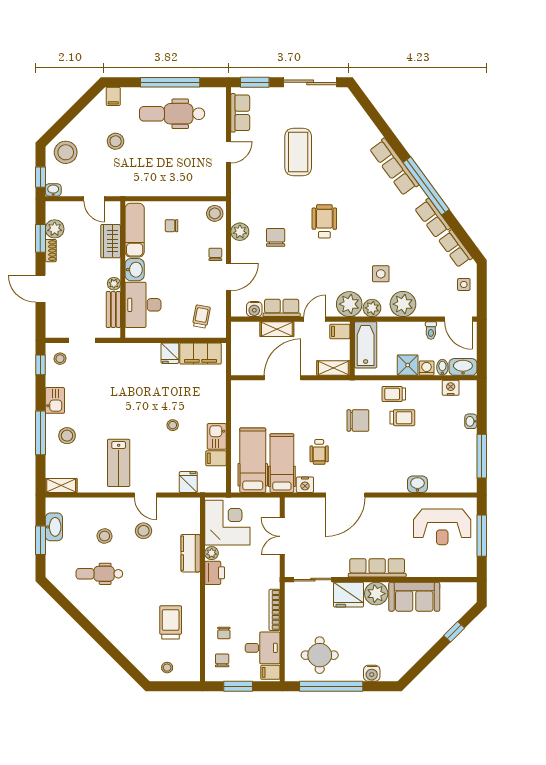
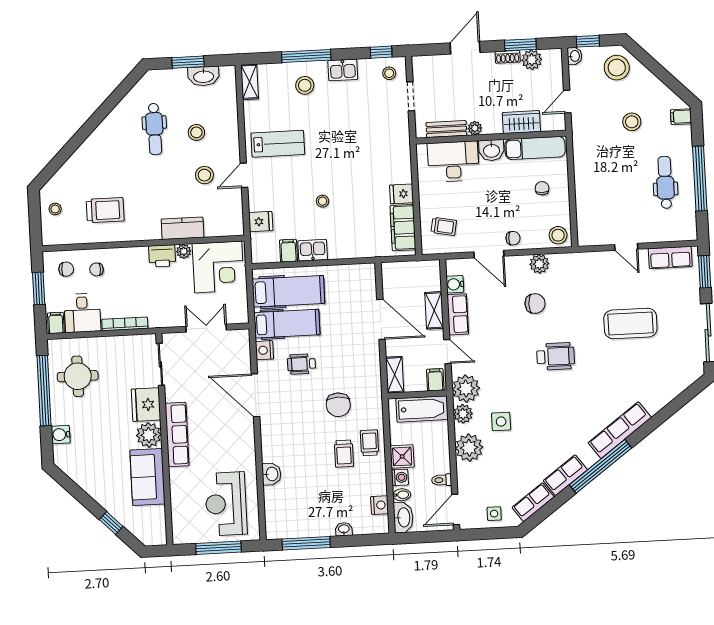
dental chair: (172, 114) -> (665, 182), width x0.73, depth x0.72
lab bench: (119, 463) -> (278, 144), turned 180
dental chair: (99, 574) -> (155, 129), turned 180

